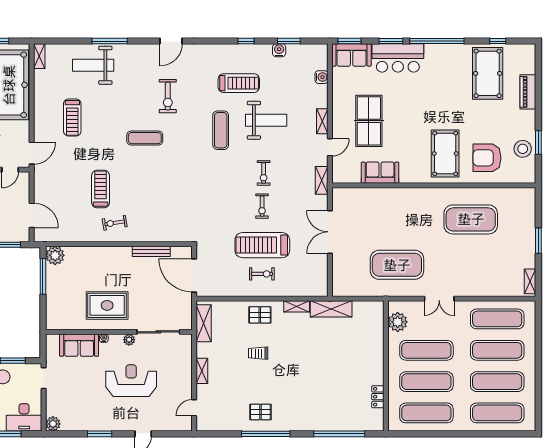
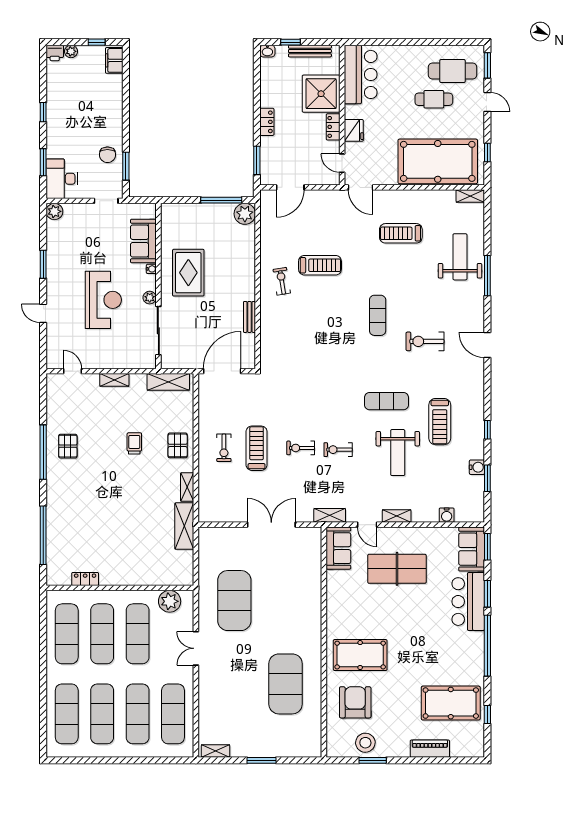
sofa: (380, 173) -> (338, 548), moved
treadmill: (262, 245) -> (257, 448), width x0.73, depth x0.73
bench: (151, 251) -> (249, 317), width x0.73

